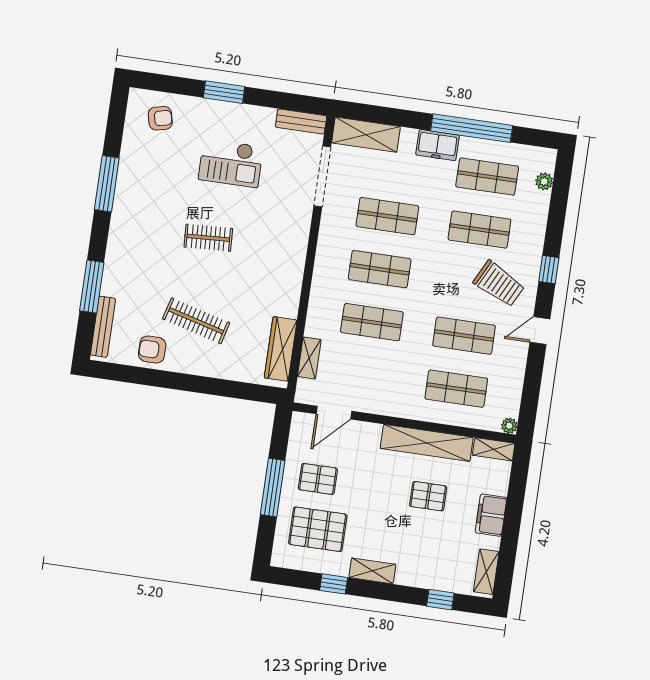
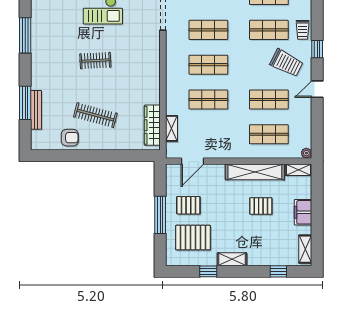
trolley: (531, 237) -> (303, 30), added
bench: (103, 327) -> (36, 110), moved
armchair: (152, 350) -> (70, 138), turned 180

